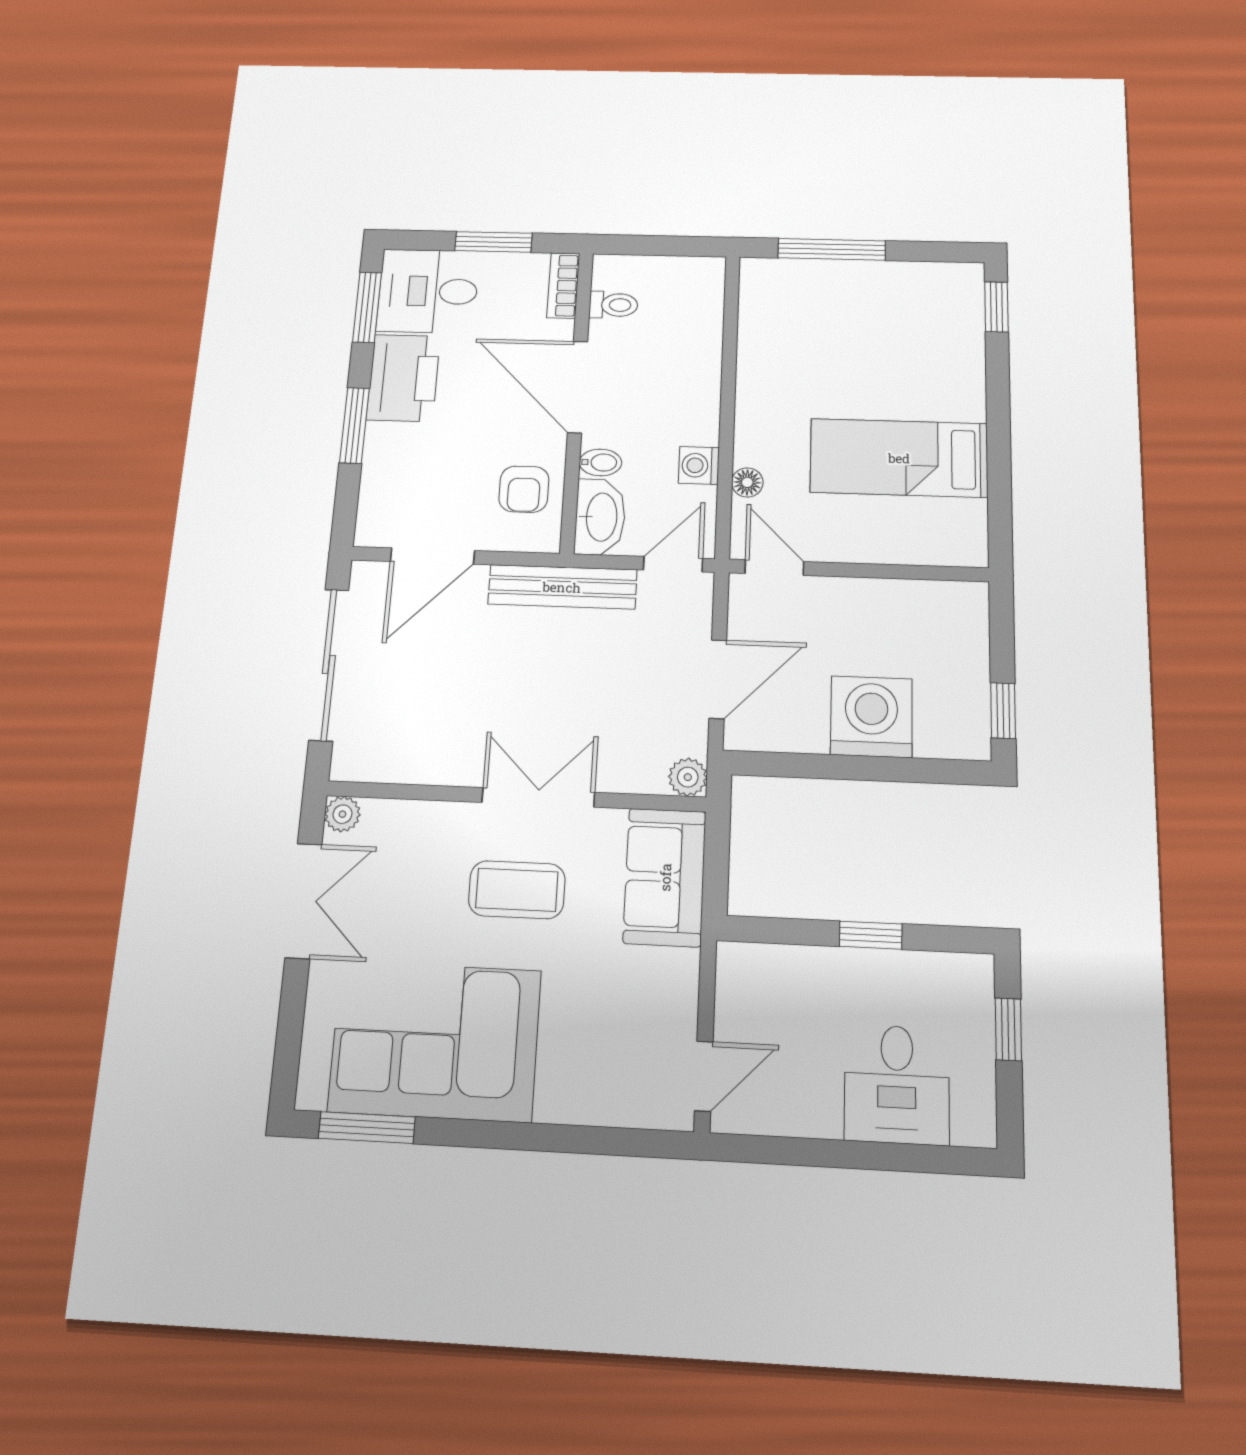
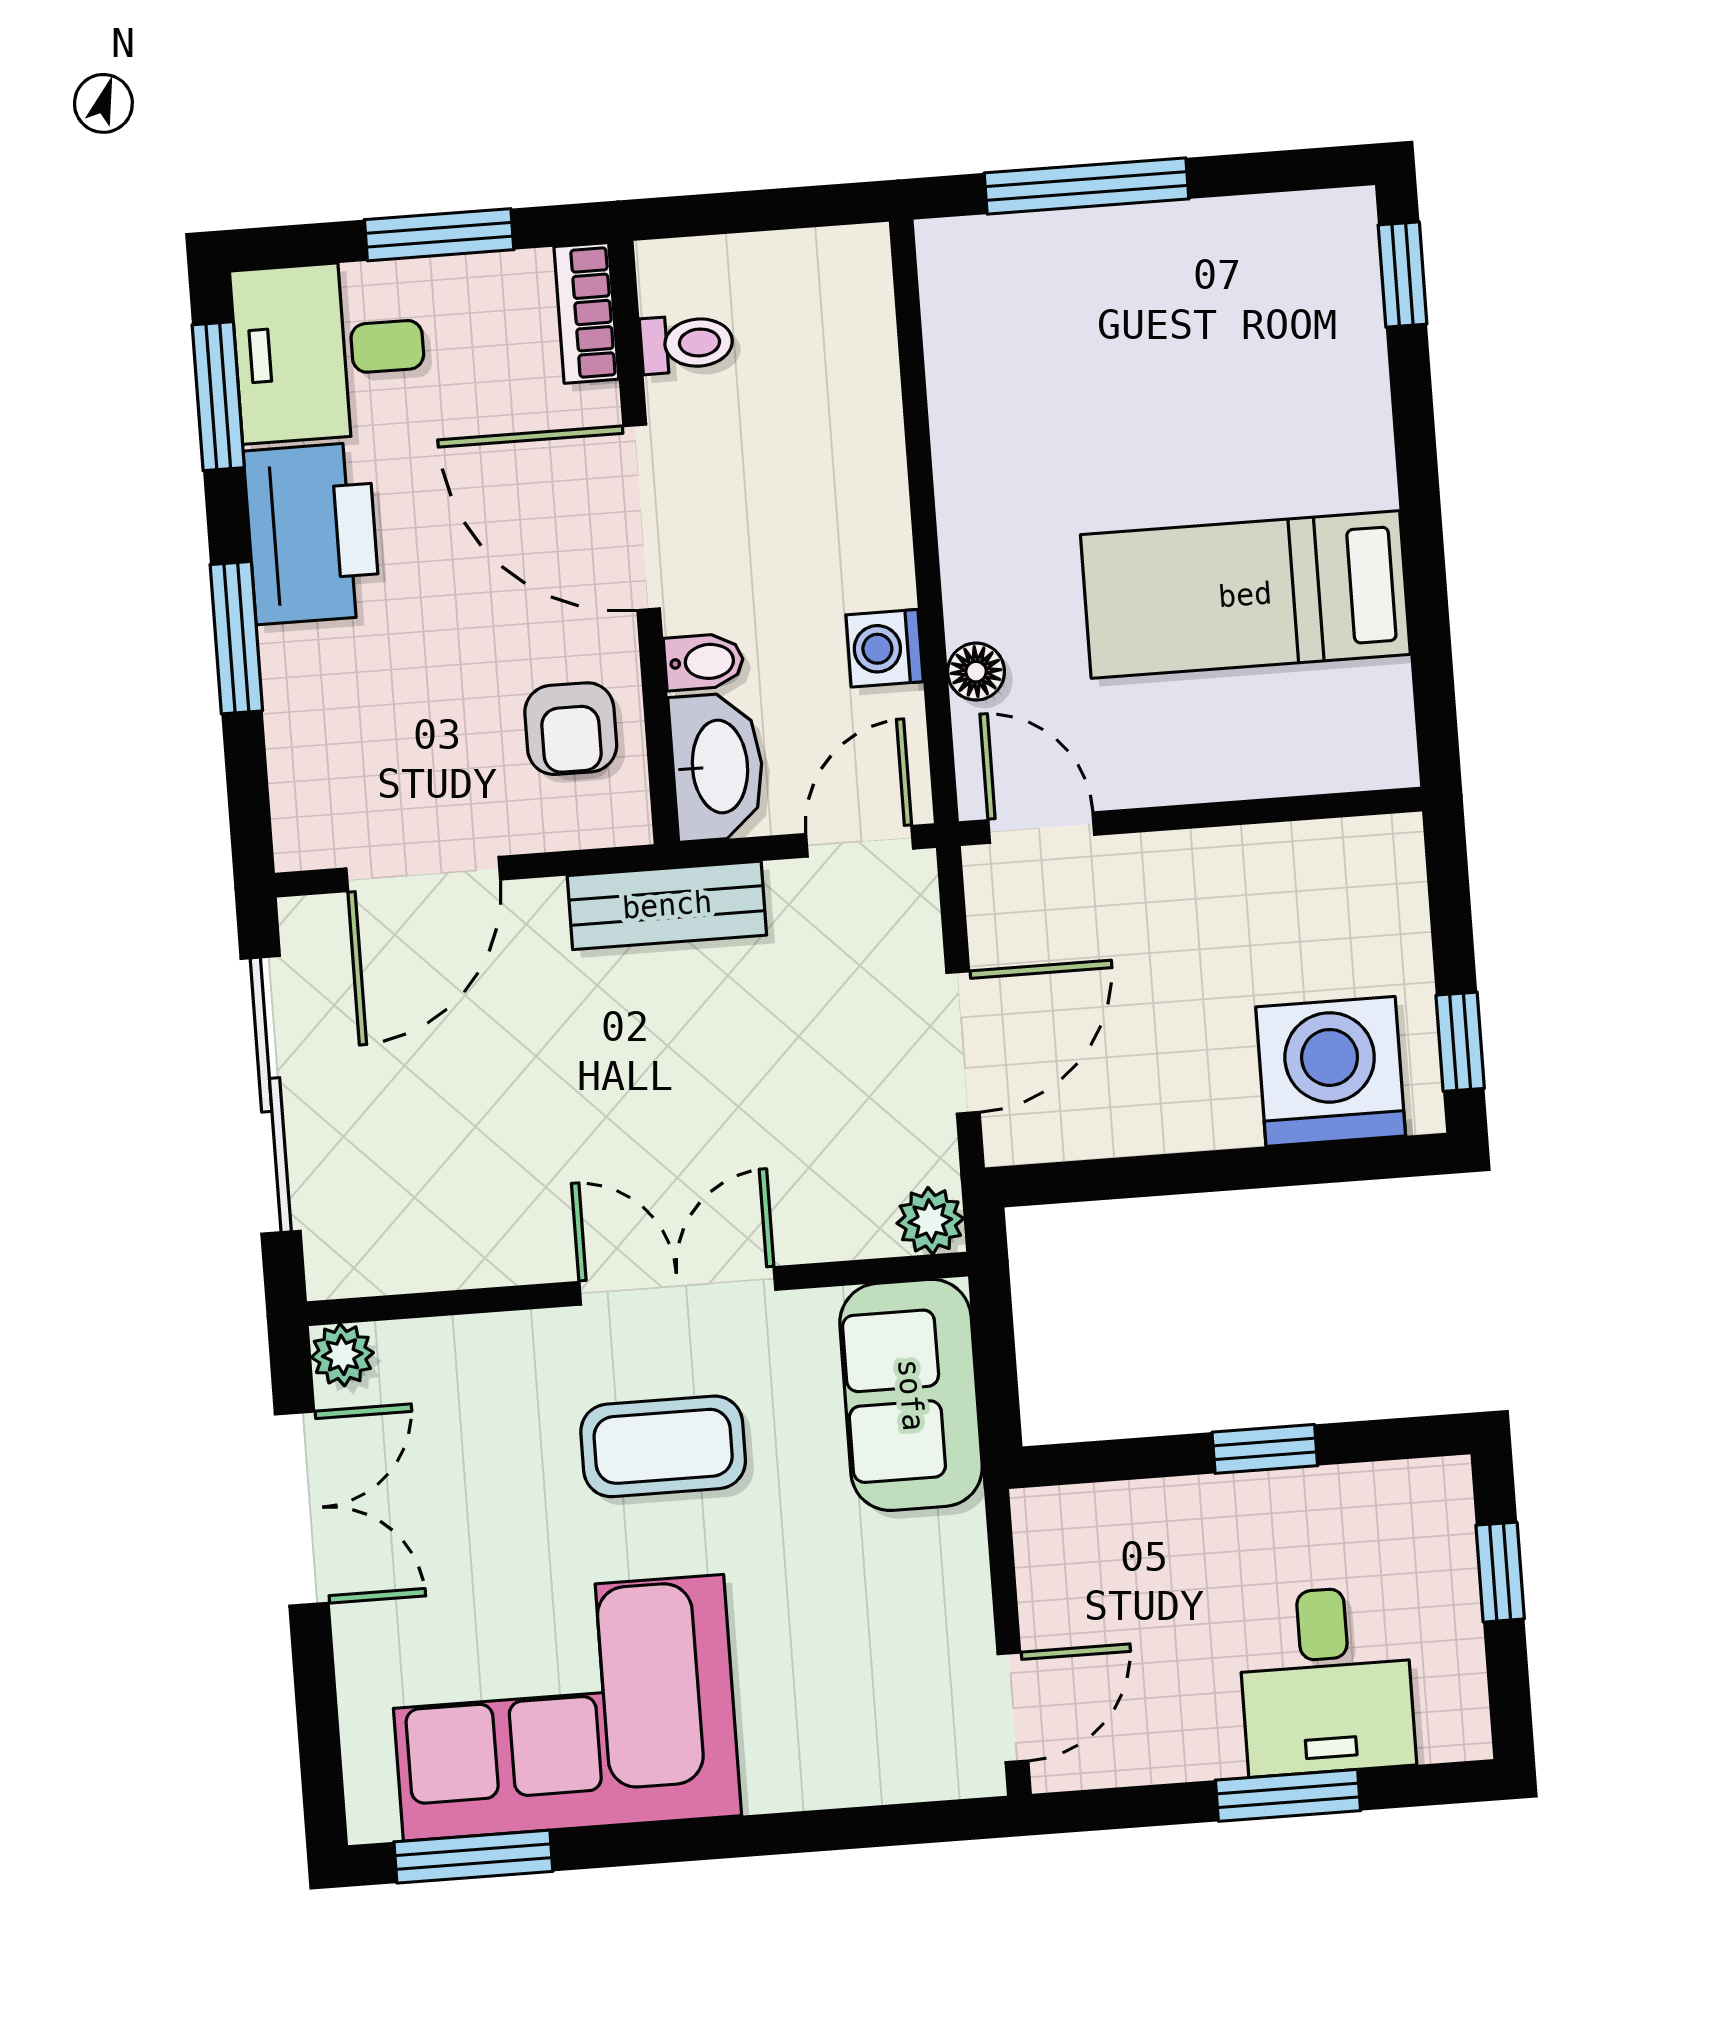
bench: (562, 587) -> (667, 905), width x0.73
washing machine: (871, 717) -> (1331, 1071), moved
window: (867, 1155) -> (1288, 1795), added

